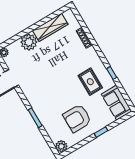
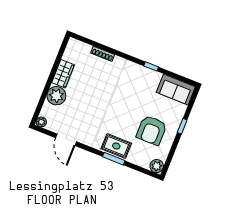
wardrobe: (50, 27) -> (63, 74), width x0.67
rug: (90, 82) -> (116, 146), moved

